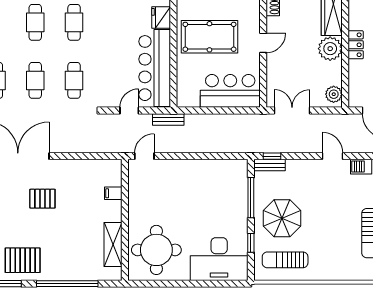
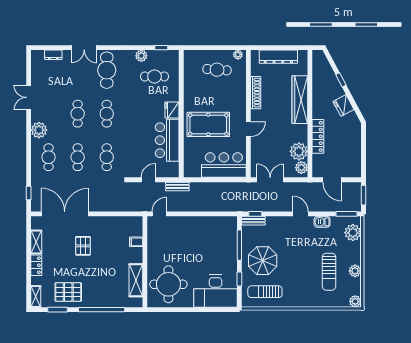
locker: (356, 45) -> (318, 136), width x1.53
plant: (330, 49) -> (299, 151), moved
bar counter: (155, 68) -> (167, 140), width x0.73
pallet: (42, 199) -> (83, 246), turned 90

